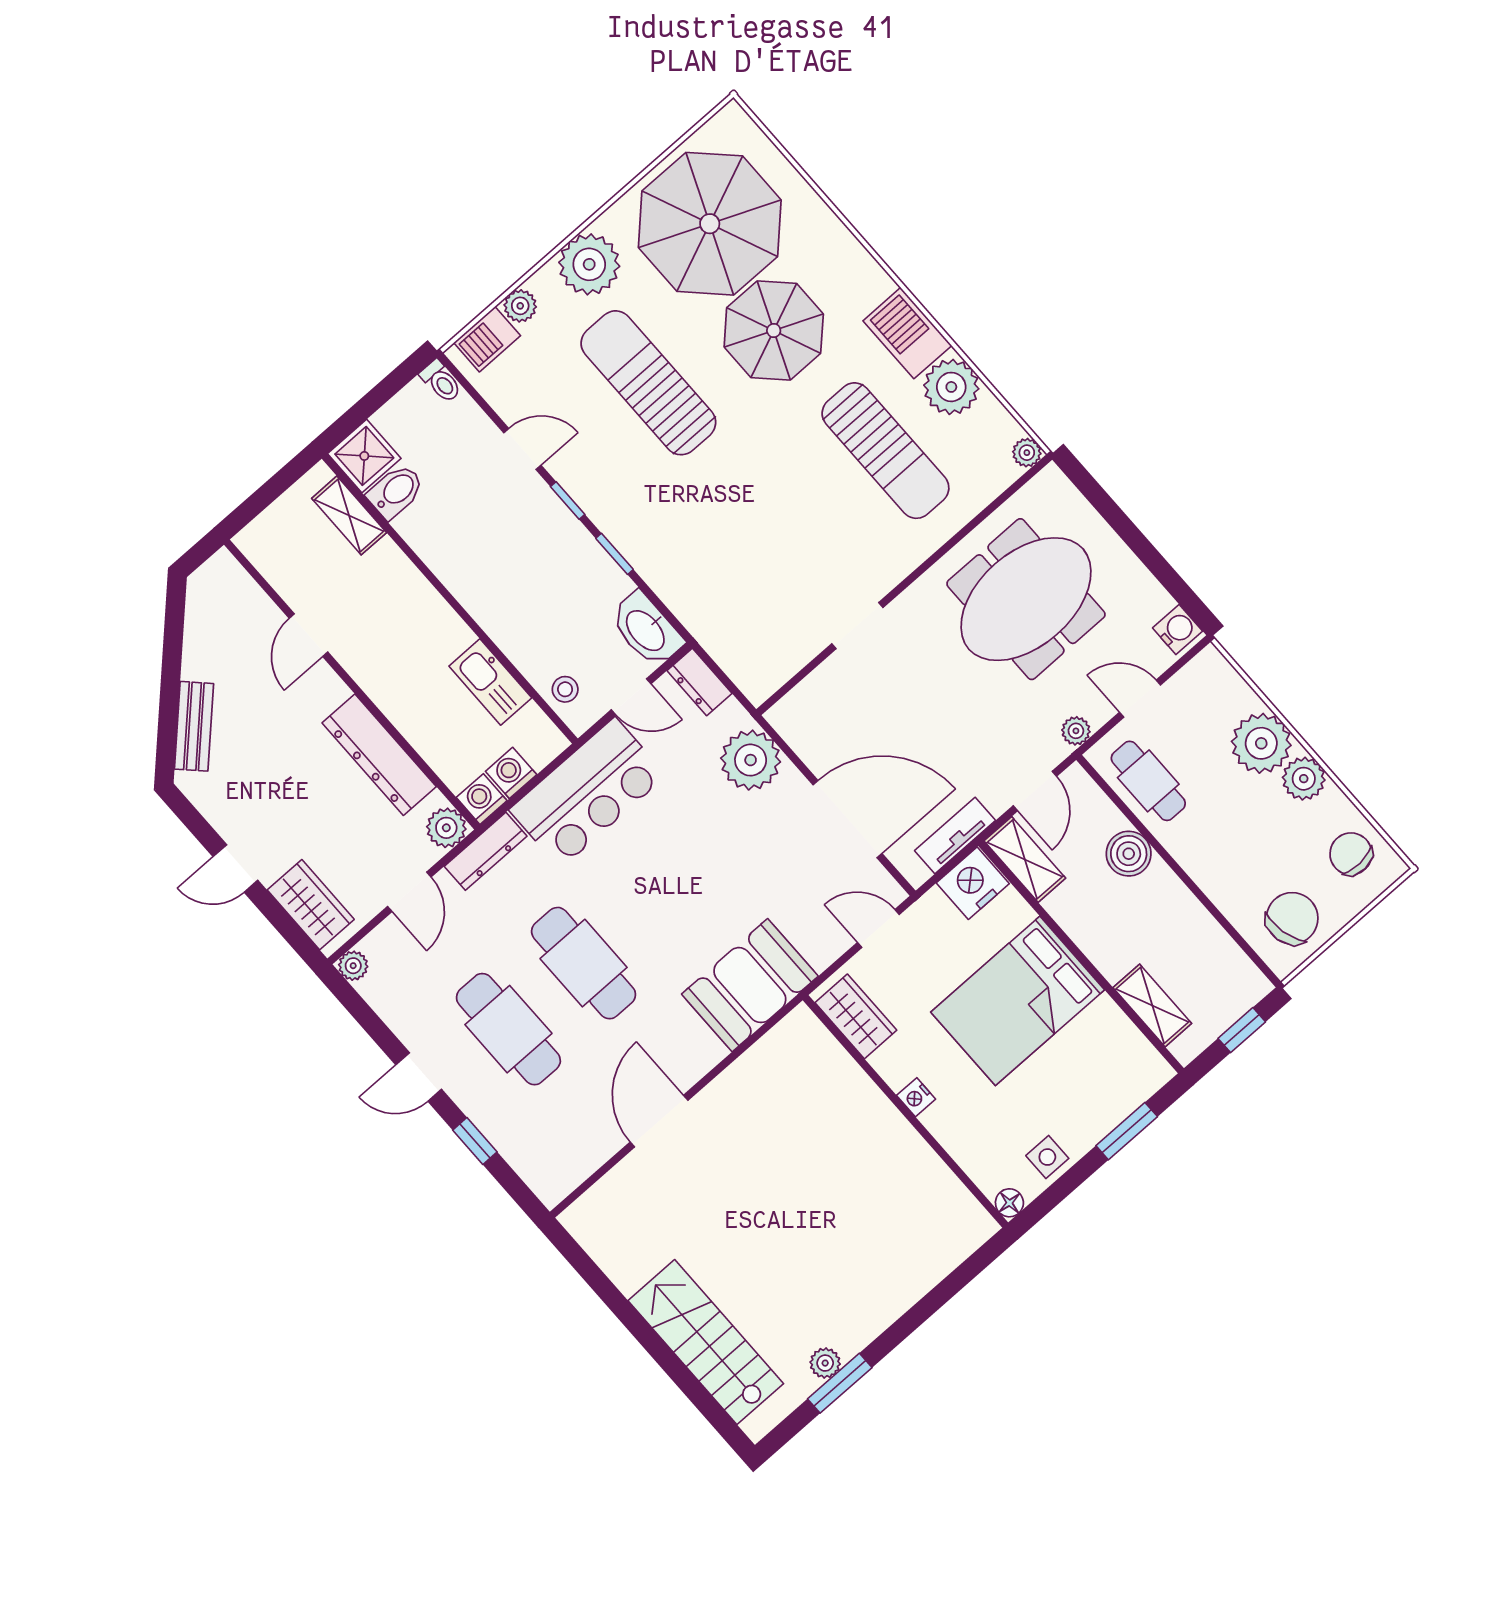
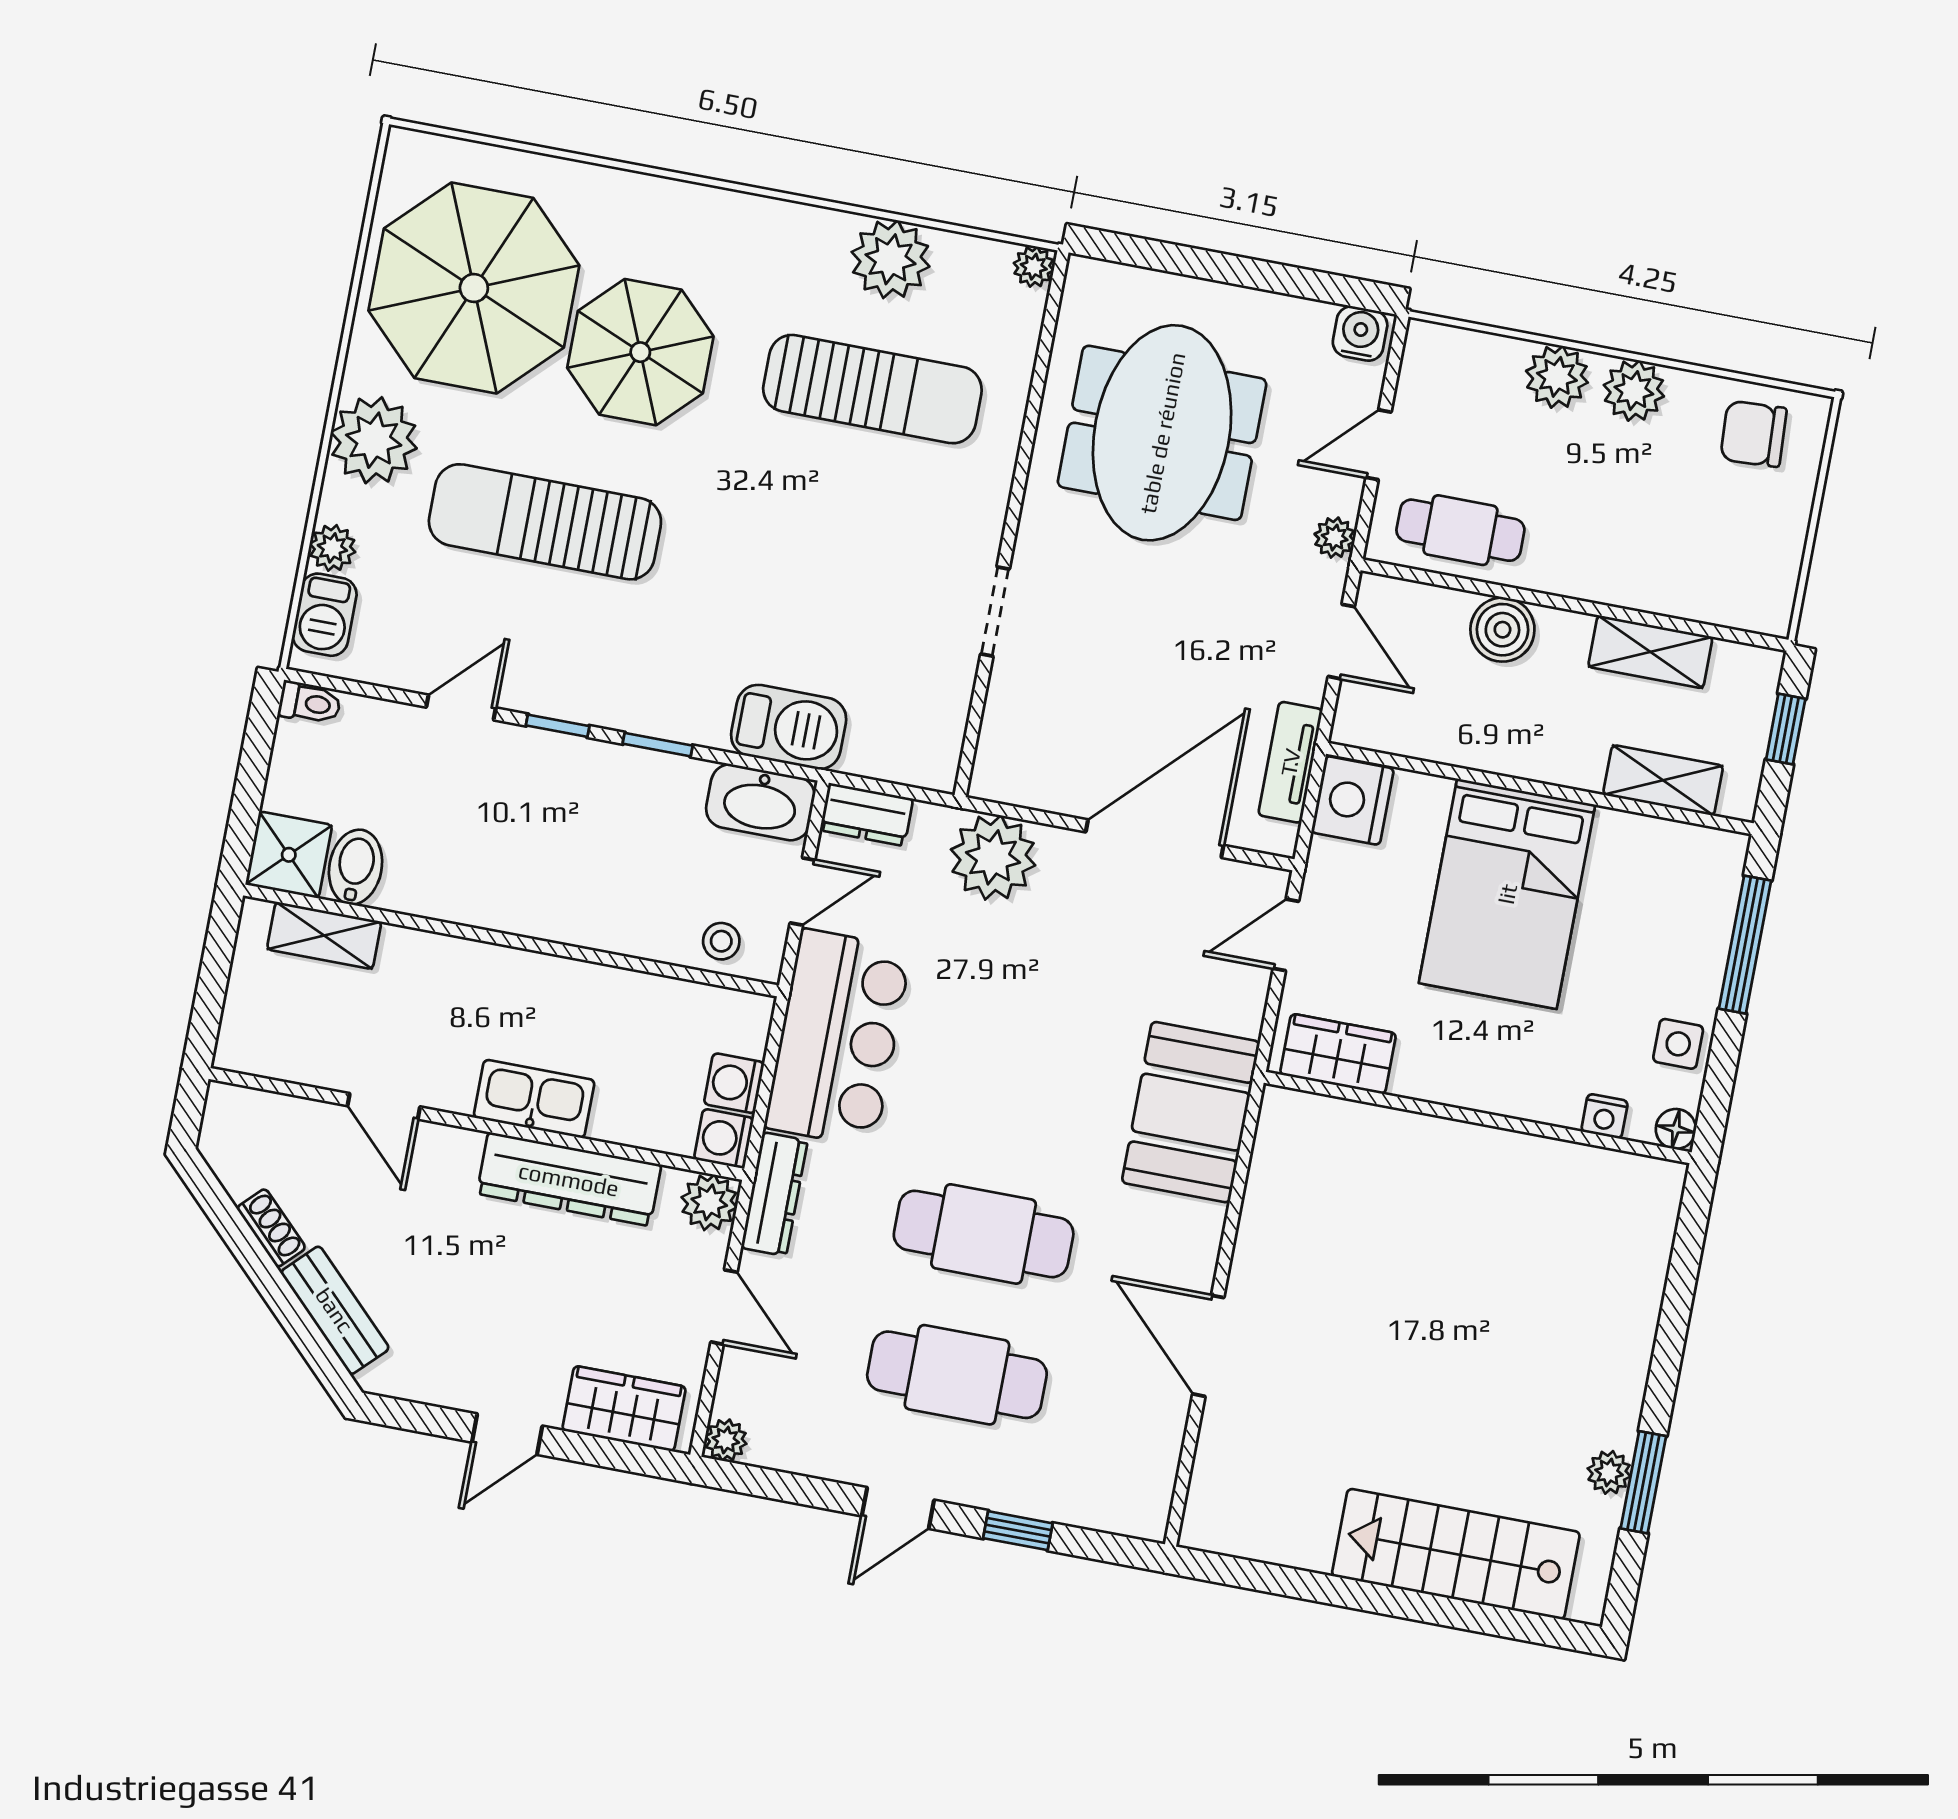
barbecue: (907, 333) -> (789, 727), moved, turned 180
shoe rack: (194, 654) -> (271, 1228), added
kitchen sink: (490, 682) -> (534, 1099), moved, turned 180
plant: (1261, 743) -> (1557, 377), width x0.73, depth x0.73
shelving: (1025, 859) -> (1650, 652), moved
chair: (1292, 918) -> (1744, 558), removed
nightstand: (916, 1097) -> (1605, 1116), moved
window: (1127, 1131) -> (1745, 945), width x1.44

